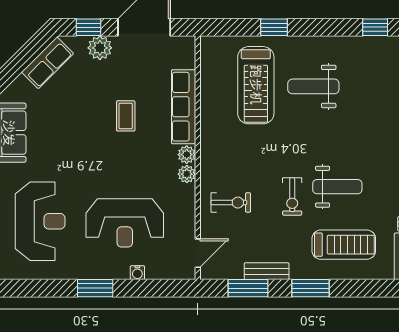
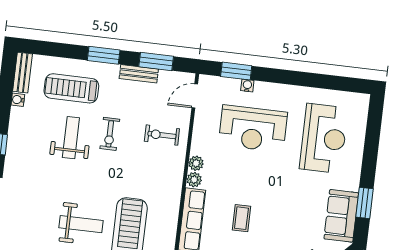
weight bench: (337, 187) -> (71, 138), turned 90
exercise bike: (292, 197) -> (110, 134), turned 180
reception desk: (40, 221) -> (324, 138), turned 180
reception desk: (125, 223) -> (253, 129), turned 180
window: (95, 288) -> (236, 71), moved

